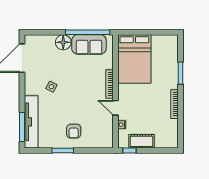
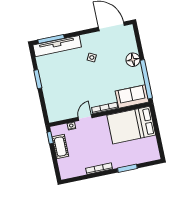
sofa: (89, 44) -> (132, 96), moved, turned 90
armchair: (74, 131) -> (57, 85), removed

